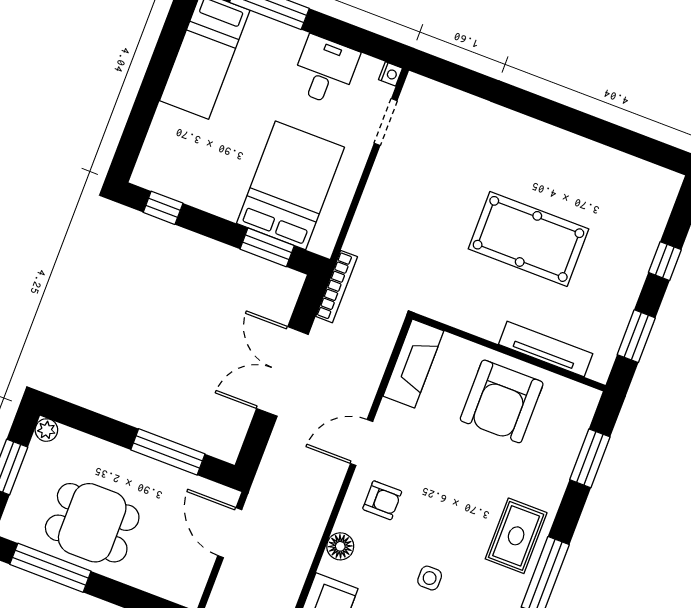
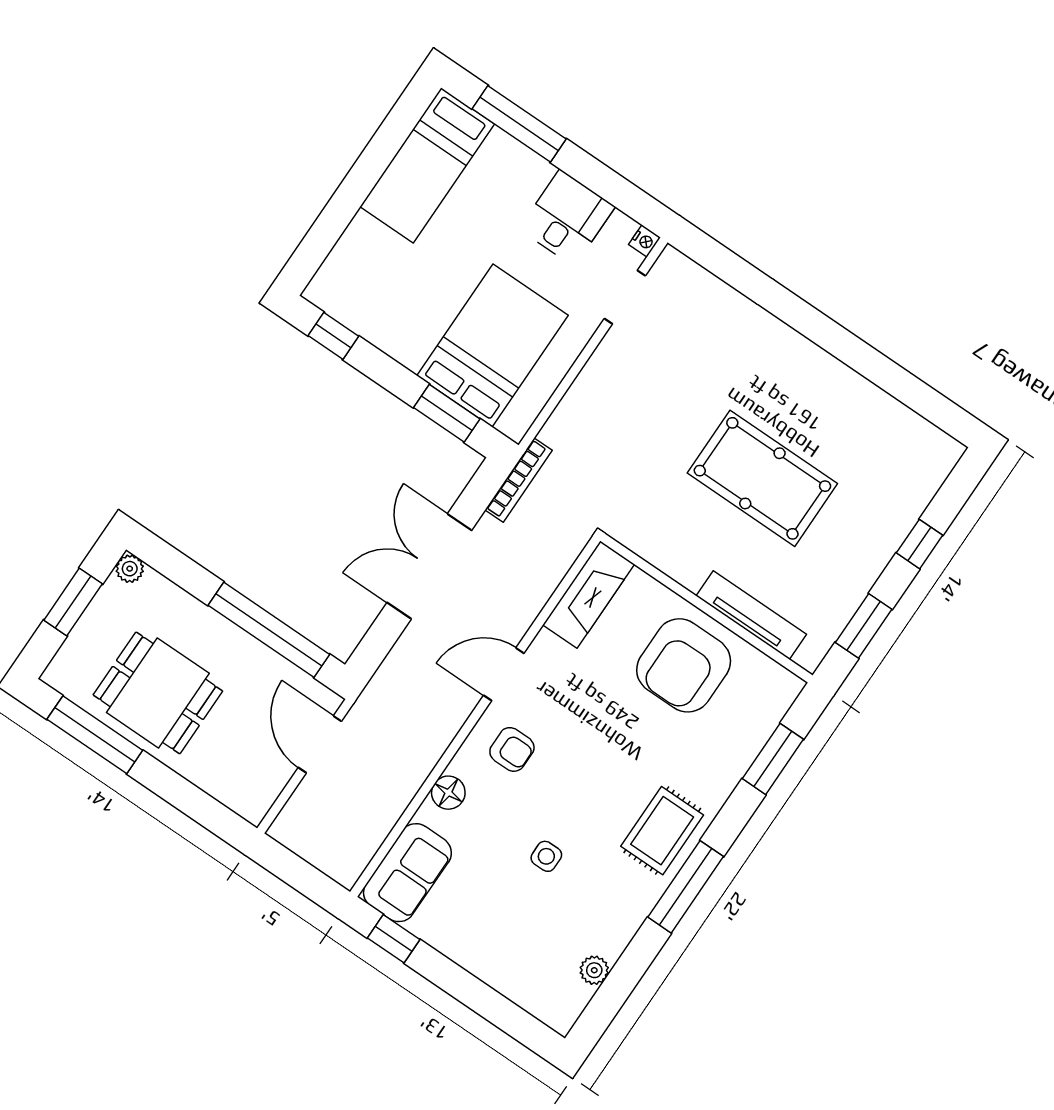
window: (168, 452) -> (269, 630), width x1.46

